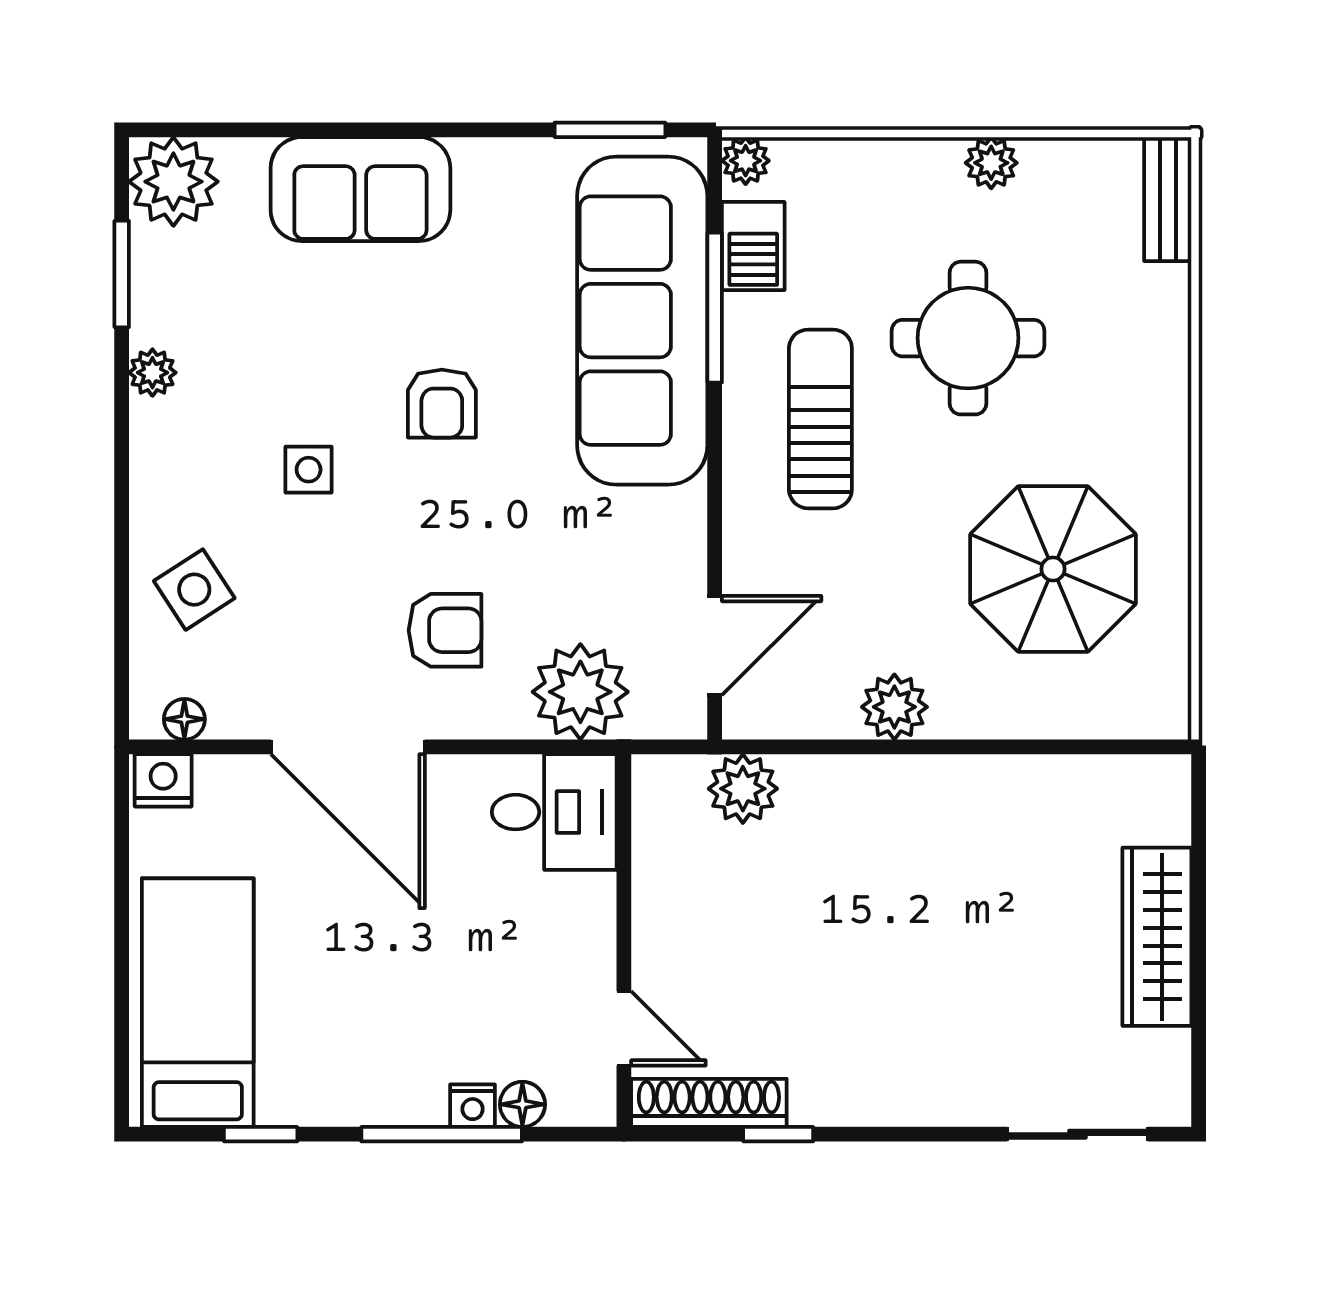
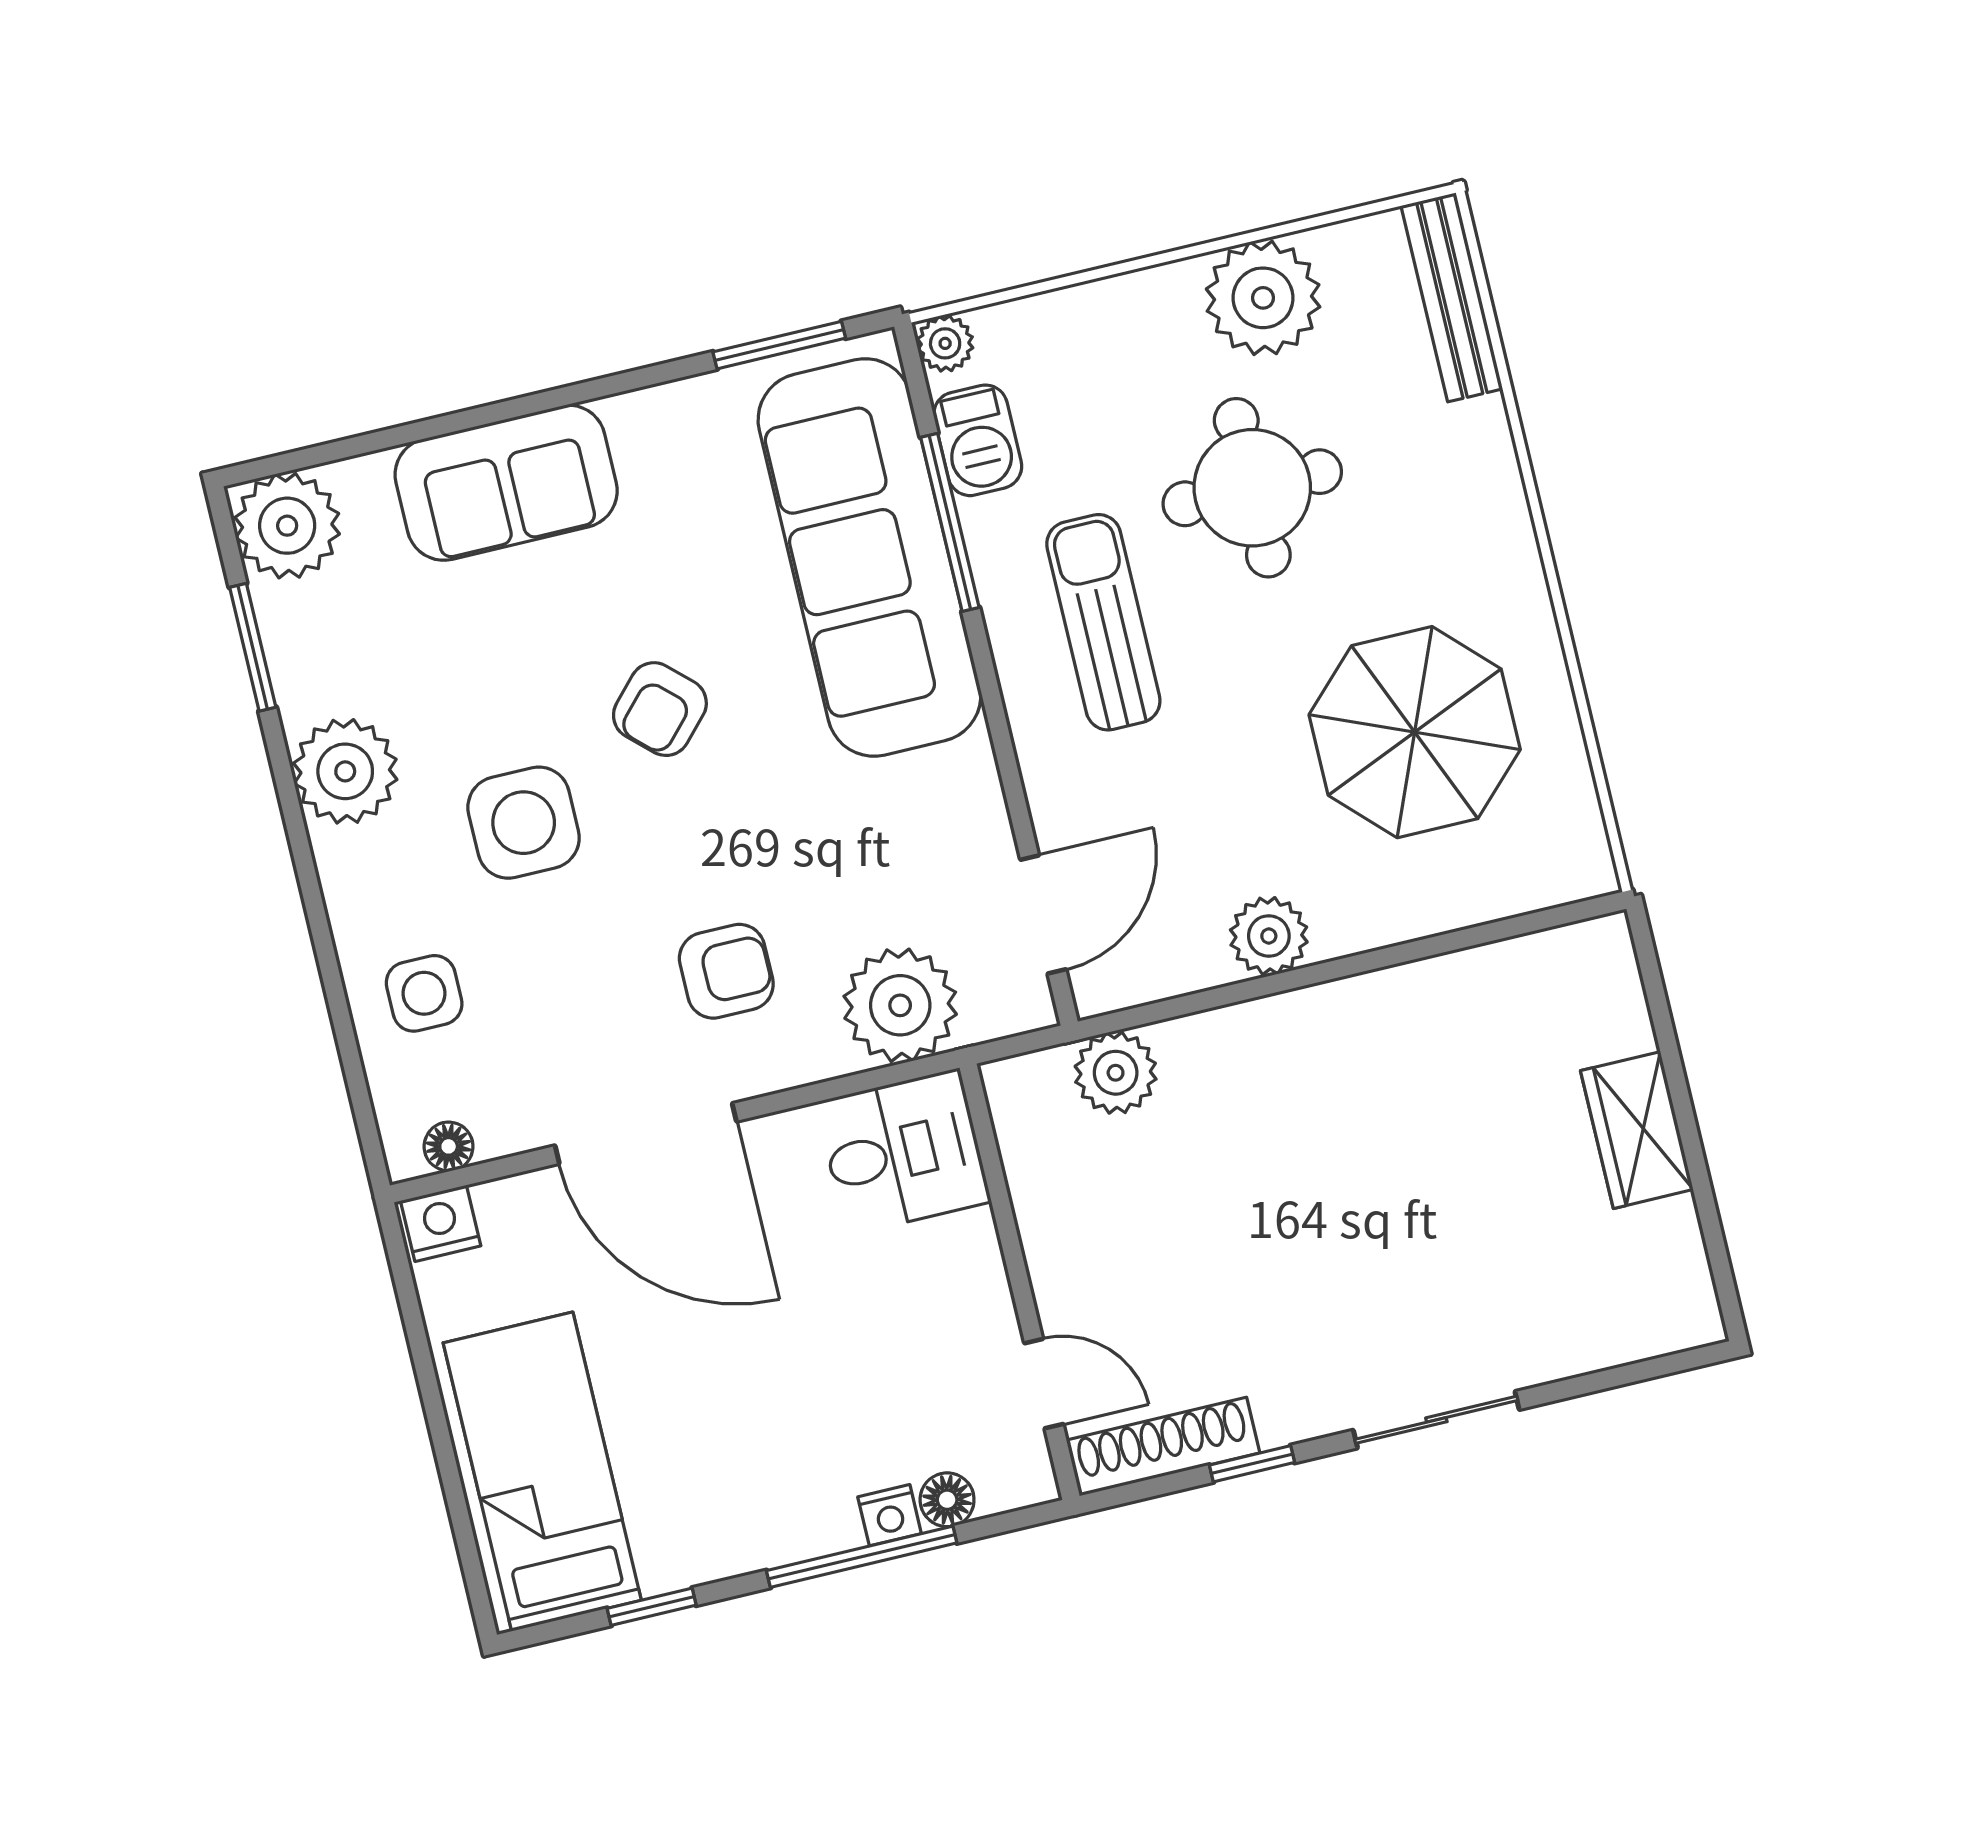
plant: (991, 163) -> (1263, 298), width x1.88, depth x1.88
bench: (1168, 199) -> (1452, 297), width x1.36
plant: (152, 373) -> (345, 771), width x1.88, depth x1.88
armchair: (442, 404) -> (660, 709), turned 43
side table: (309, 470) -> (524, 823), width x1.87, depth x1.87
side table: (194, 590) -> (424, 993), turned 33
wardrobe: (1157, 937) -> (1637, 1130), width x0.67
sliding door: (1078, 1134) -> (1436, 1420), moved

